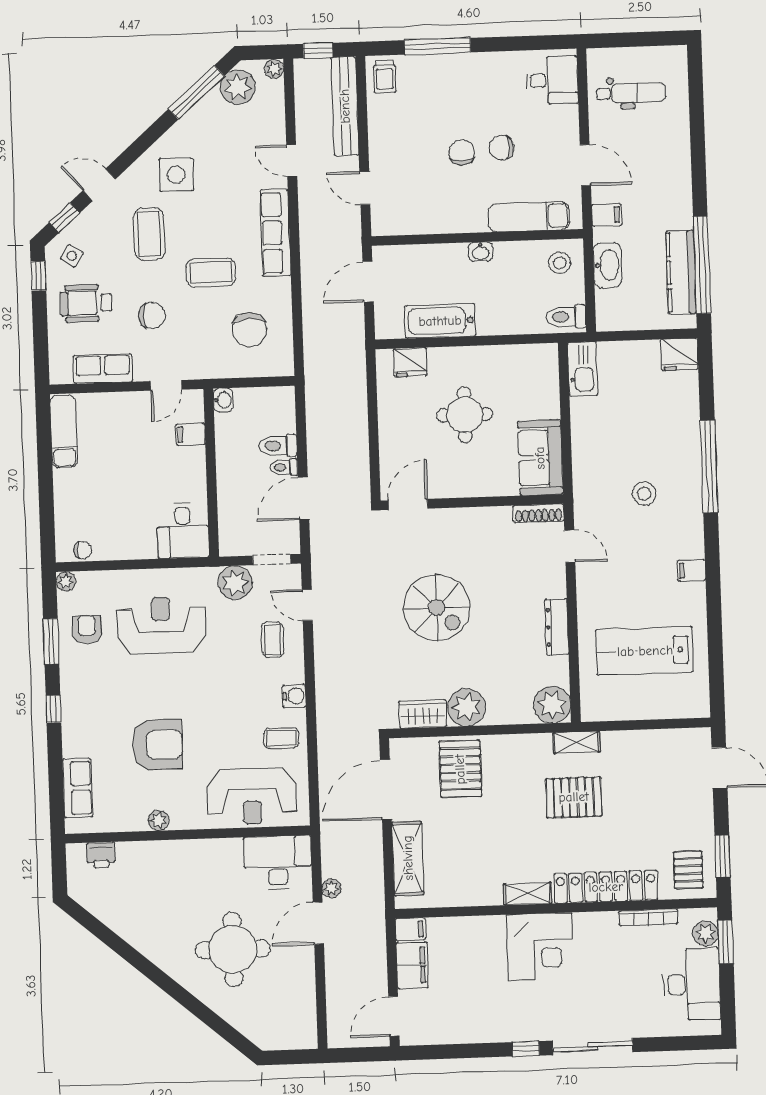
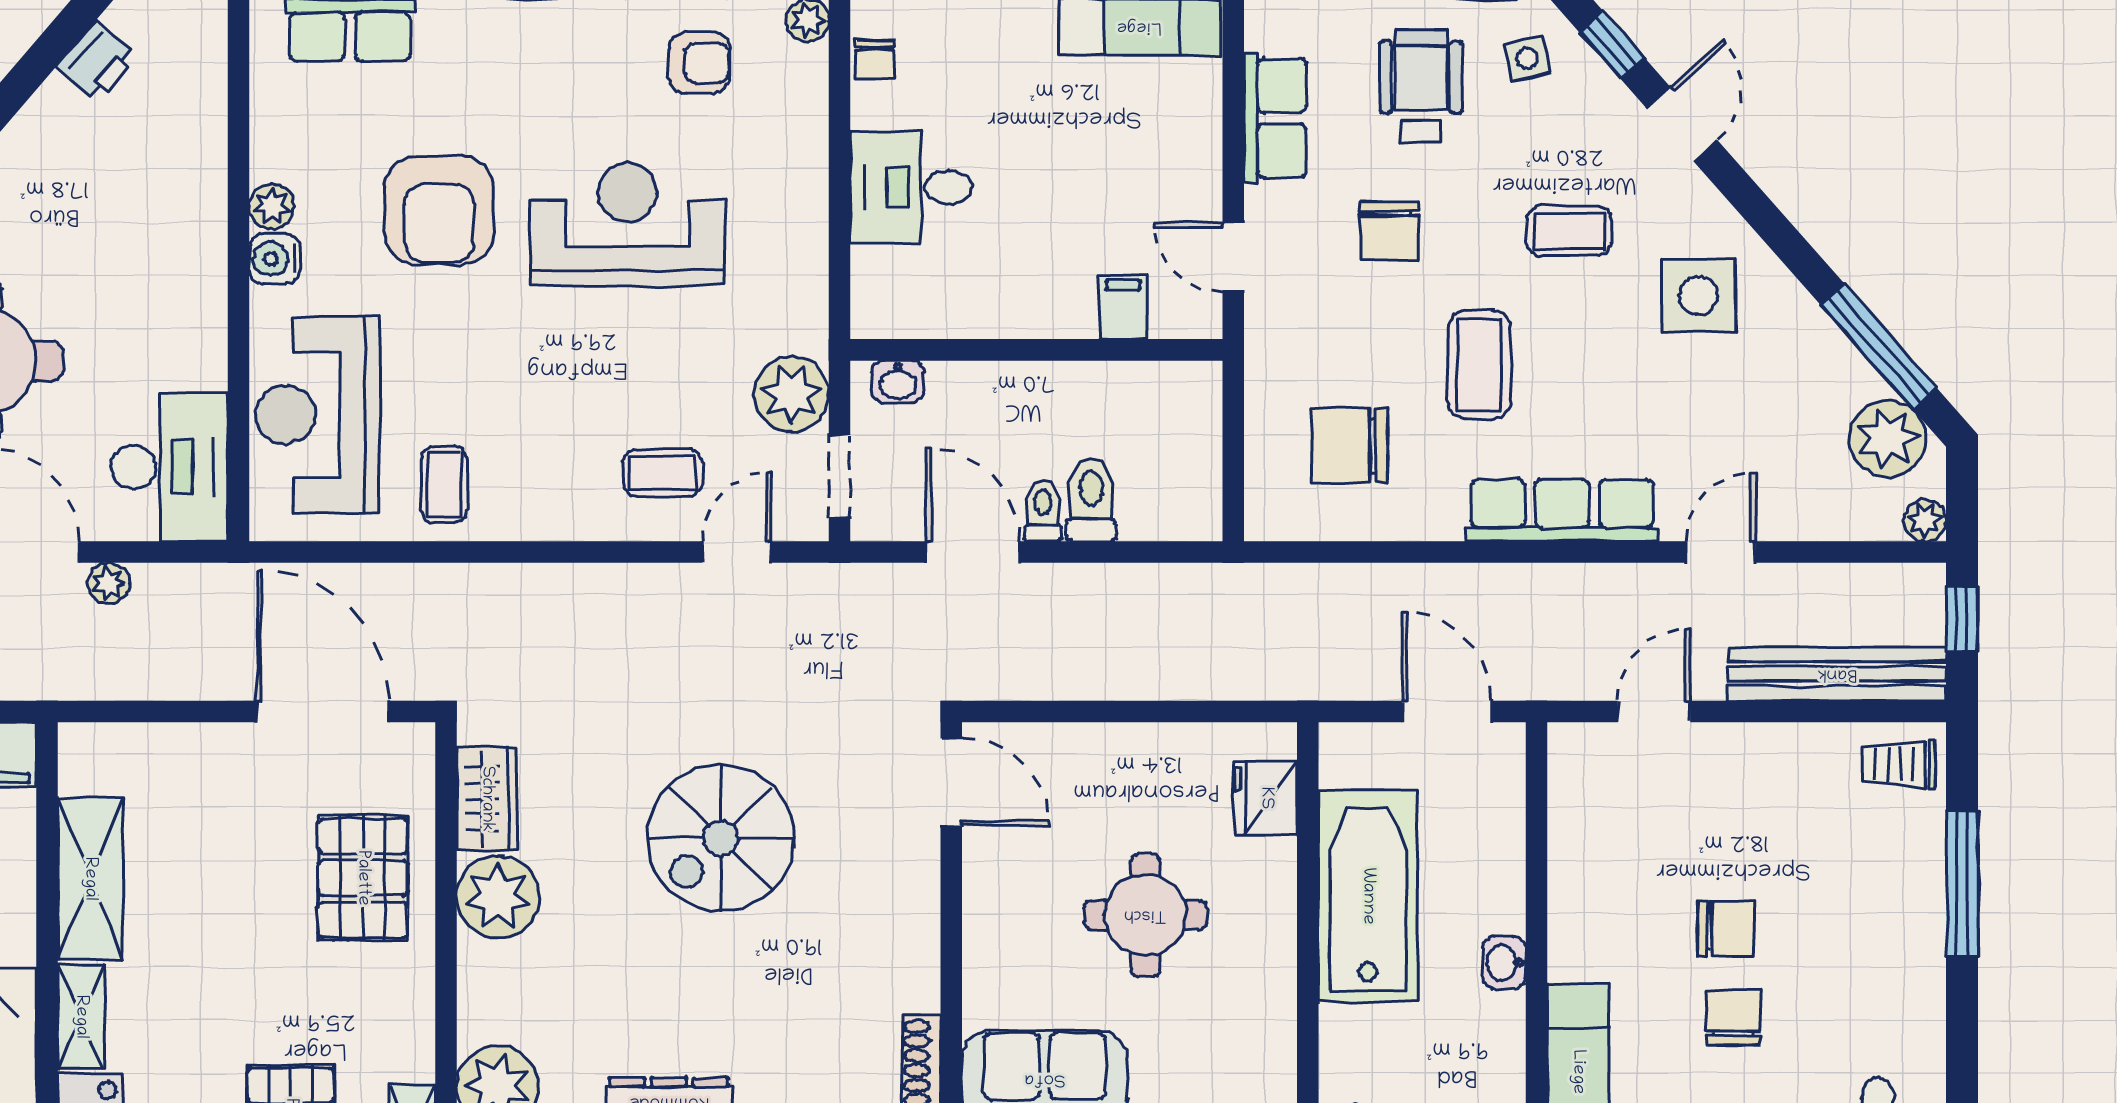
coffee table: (149, 234) -> (1569, 231), width x0.73, depth x0.77
side table: (72, 256) -> (1527, 58), turned 45
bathtub: (440, 321) -> (1368, 896), width x1.36, depth x1.36
washbasin: (223, 400) -> (898, 382), moved
desk: (183, 531) -> (911, 187), moved
reception desk: (161, 625) -> (627, 224), moved, turned -90
water cooler: (294, 696) -> (275, 259), moved, turned 90
pallet: (460, 769) -> (363, 878), turned 90
printer: (101, 855) -> (97, 61), moved, turned -139
shelving: (408, 858) -> (90, 879), moved, turned 90

